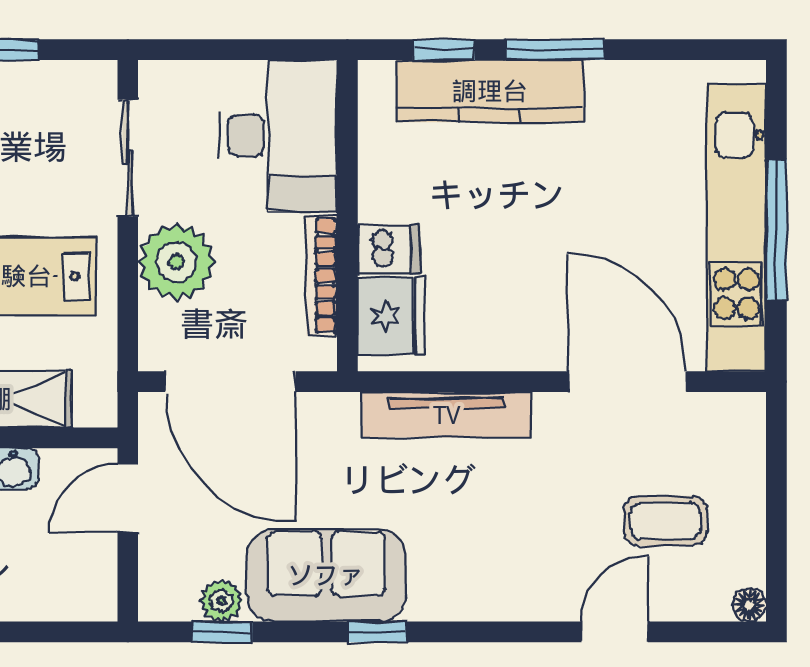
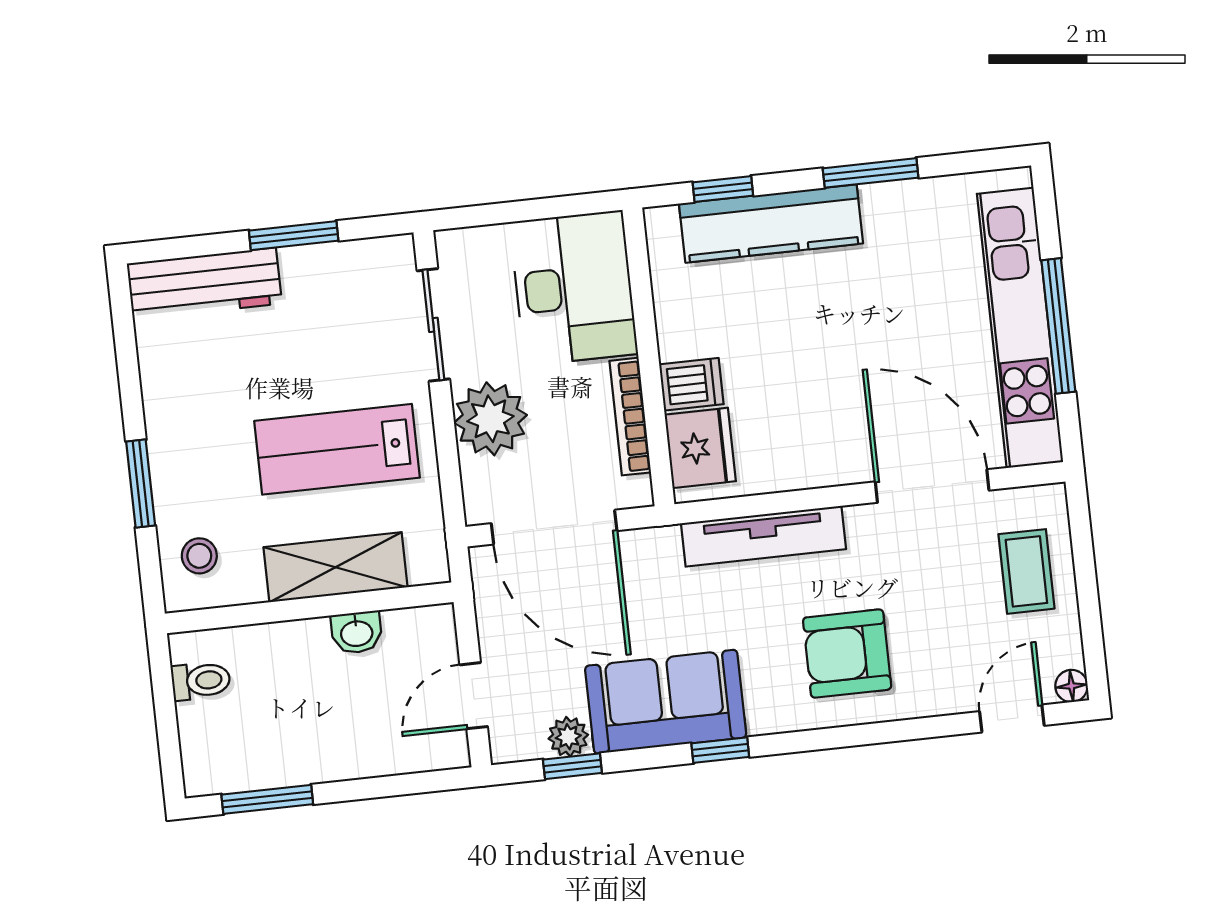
window: (555, 50) -> (871, 173), moved
door: (128, 498) -> (474, 696), moved
coffee table: (665, 521) -> (1026, 571), moved, turned 90
armchair: (520, 546) -> (847, 654), added
door: (615, 632) -> (1012, 718), moved

